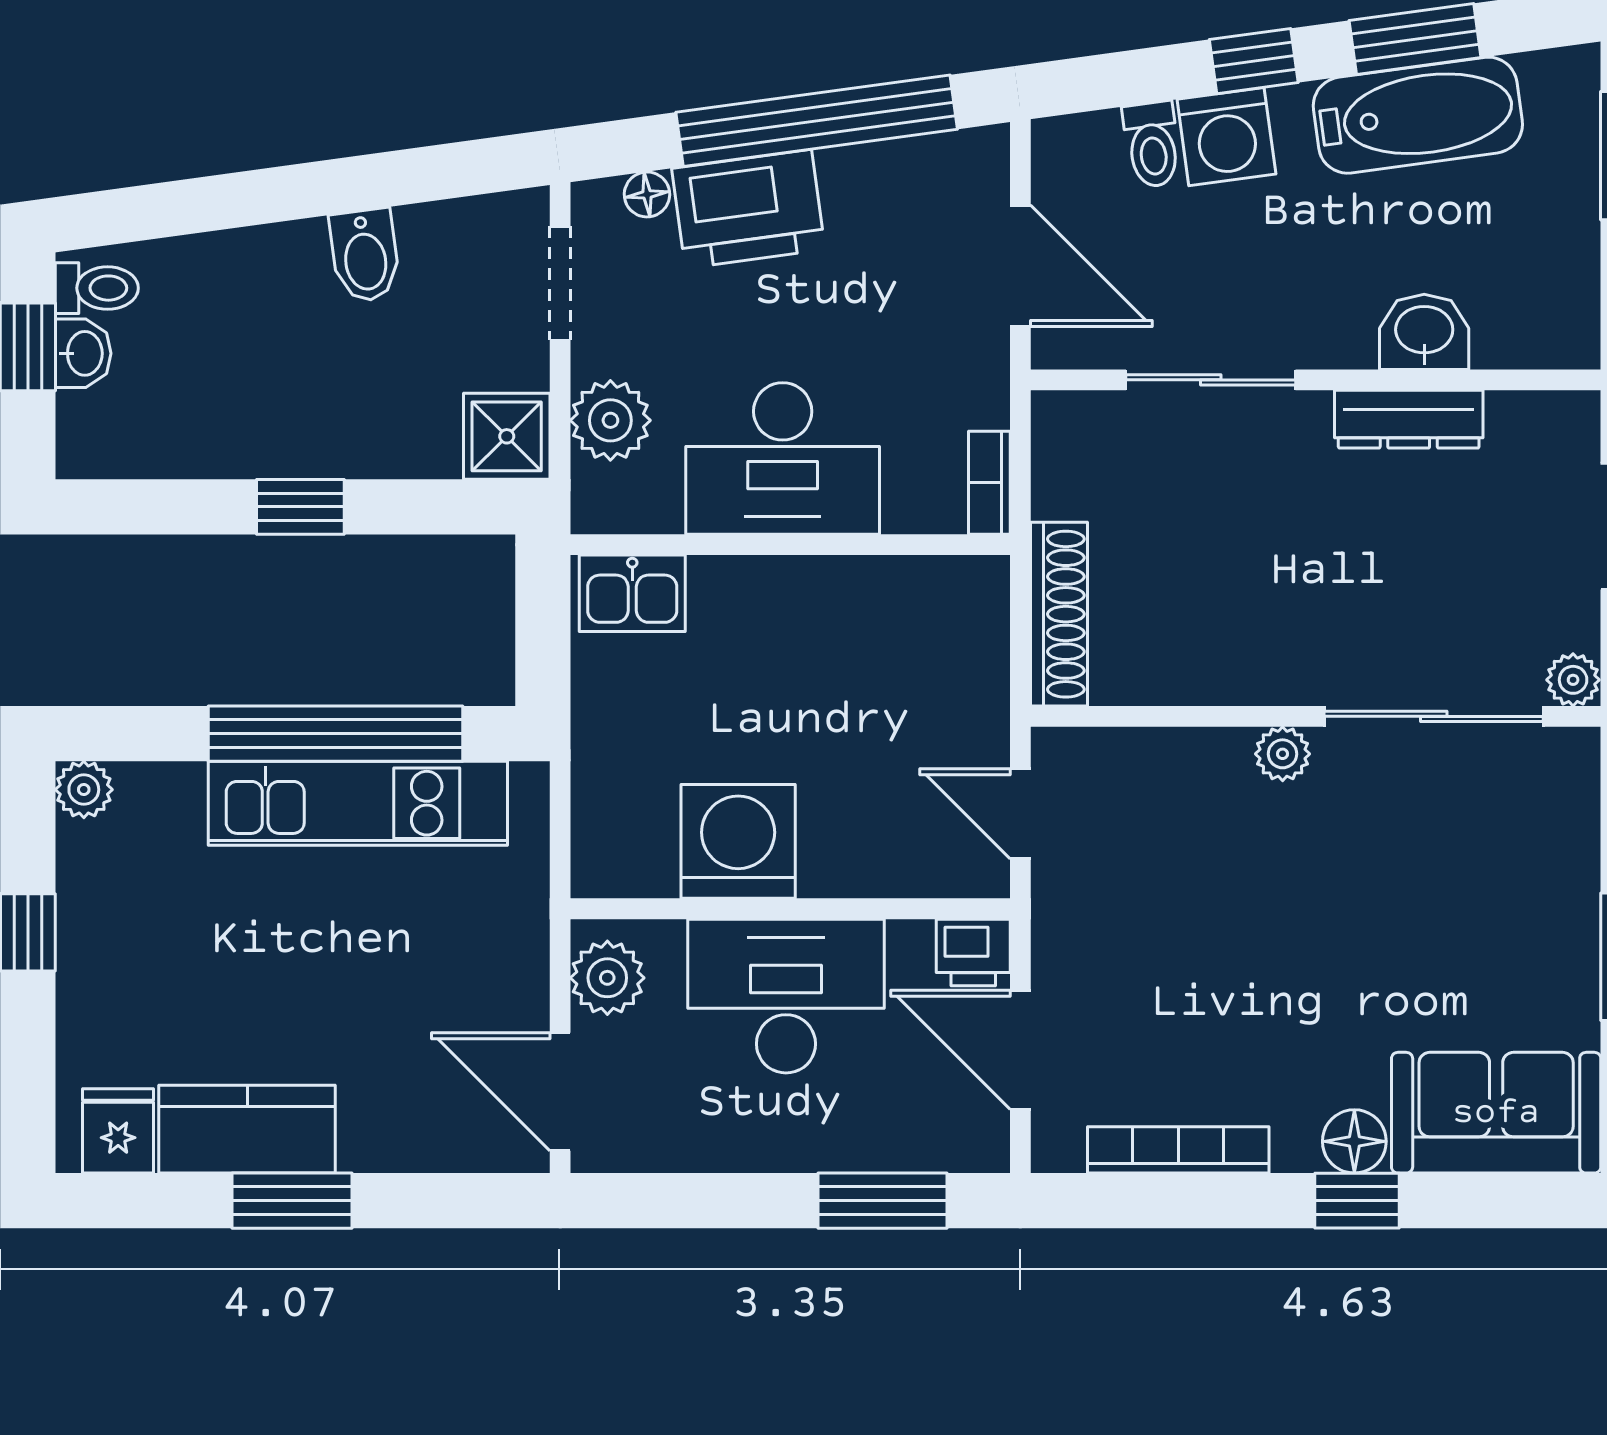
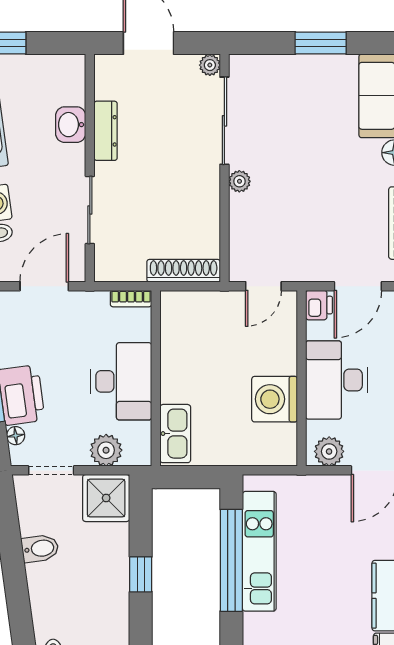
shower: (507, 436) -> (106, 498), width x1.36, depth x1.36
kitchen sink: (632, 593) -> (175, 434), width x1.38

